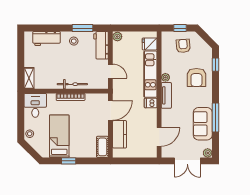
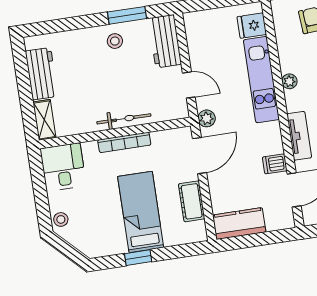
plant: (117, 37) -> (207, 118), moved
workbench: (47, 38) -> (42, 74), moved, turned -90
tv unit: (166, 95) -> (299, 136), moved
dishwasher: (151, 103) -> (275, 164), moved
kitchen counter: (120, 134) -> (239, 224), moved, turned -90
bed: (59, 136) -> (141, 212), moved
cot: (102, 147) -> (192, 201), moved

